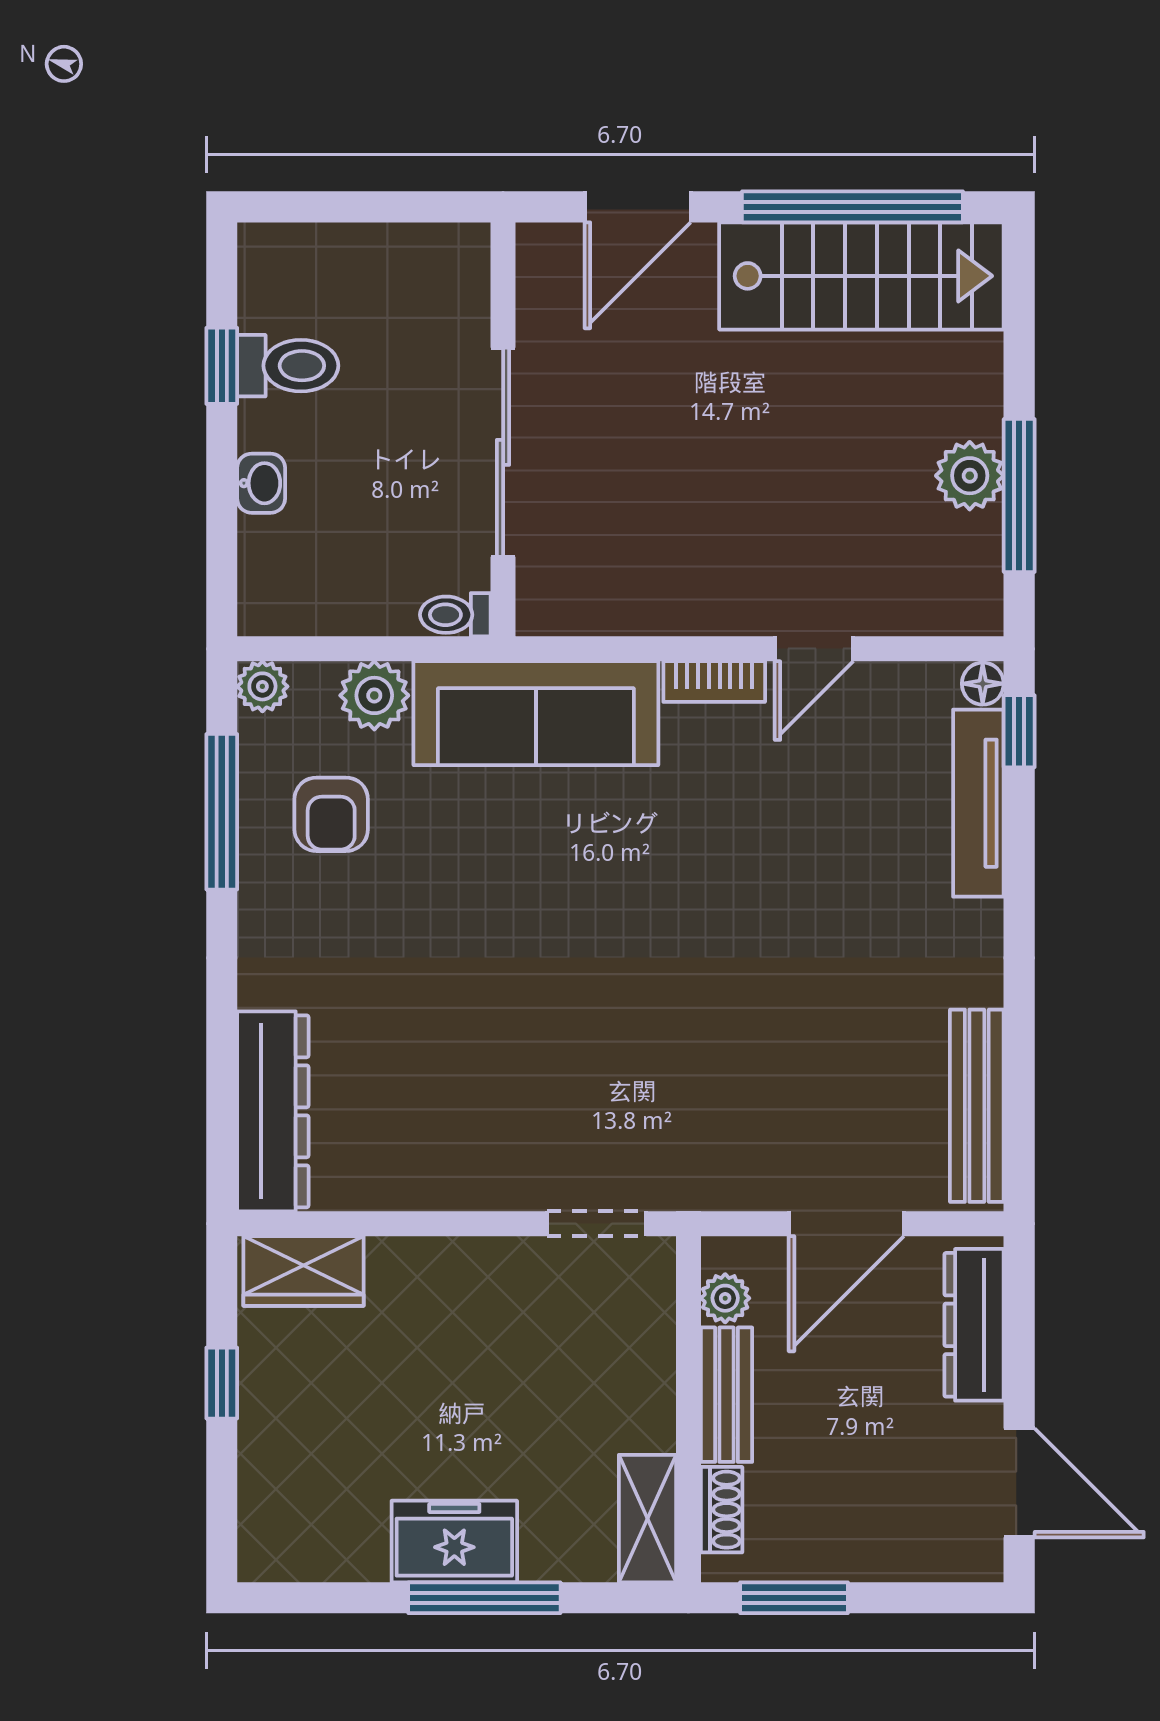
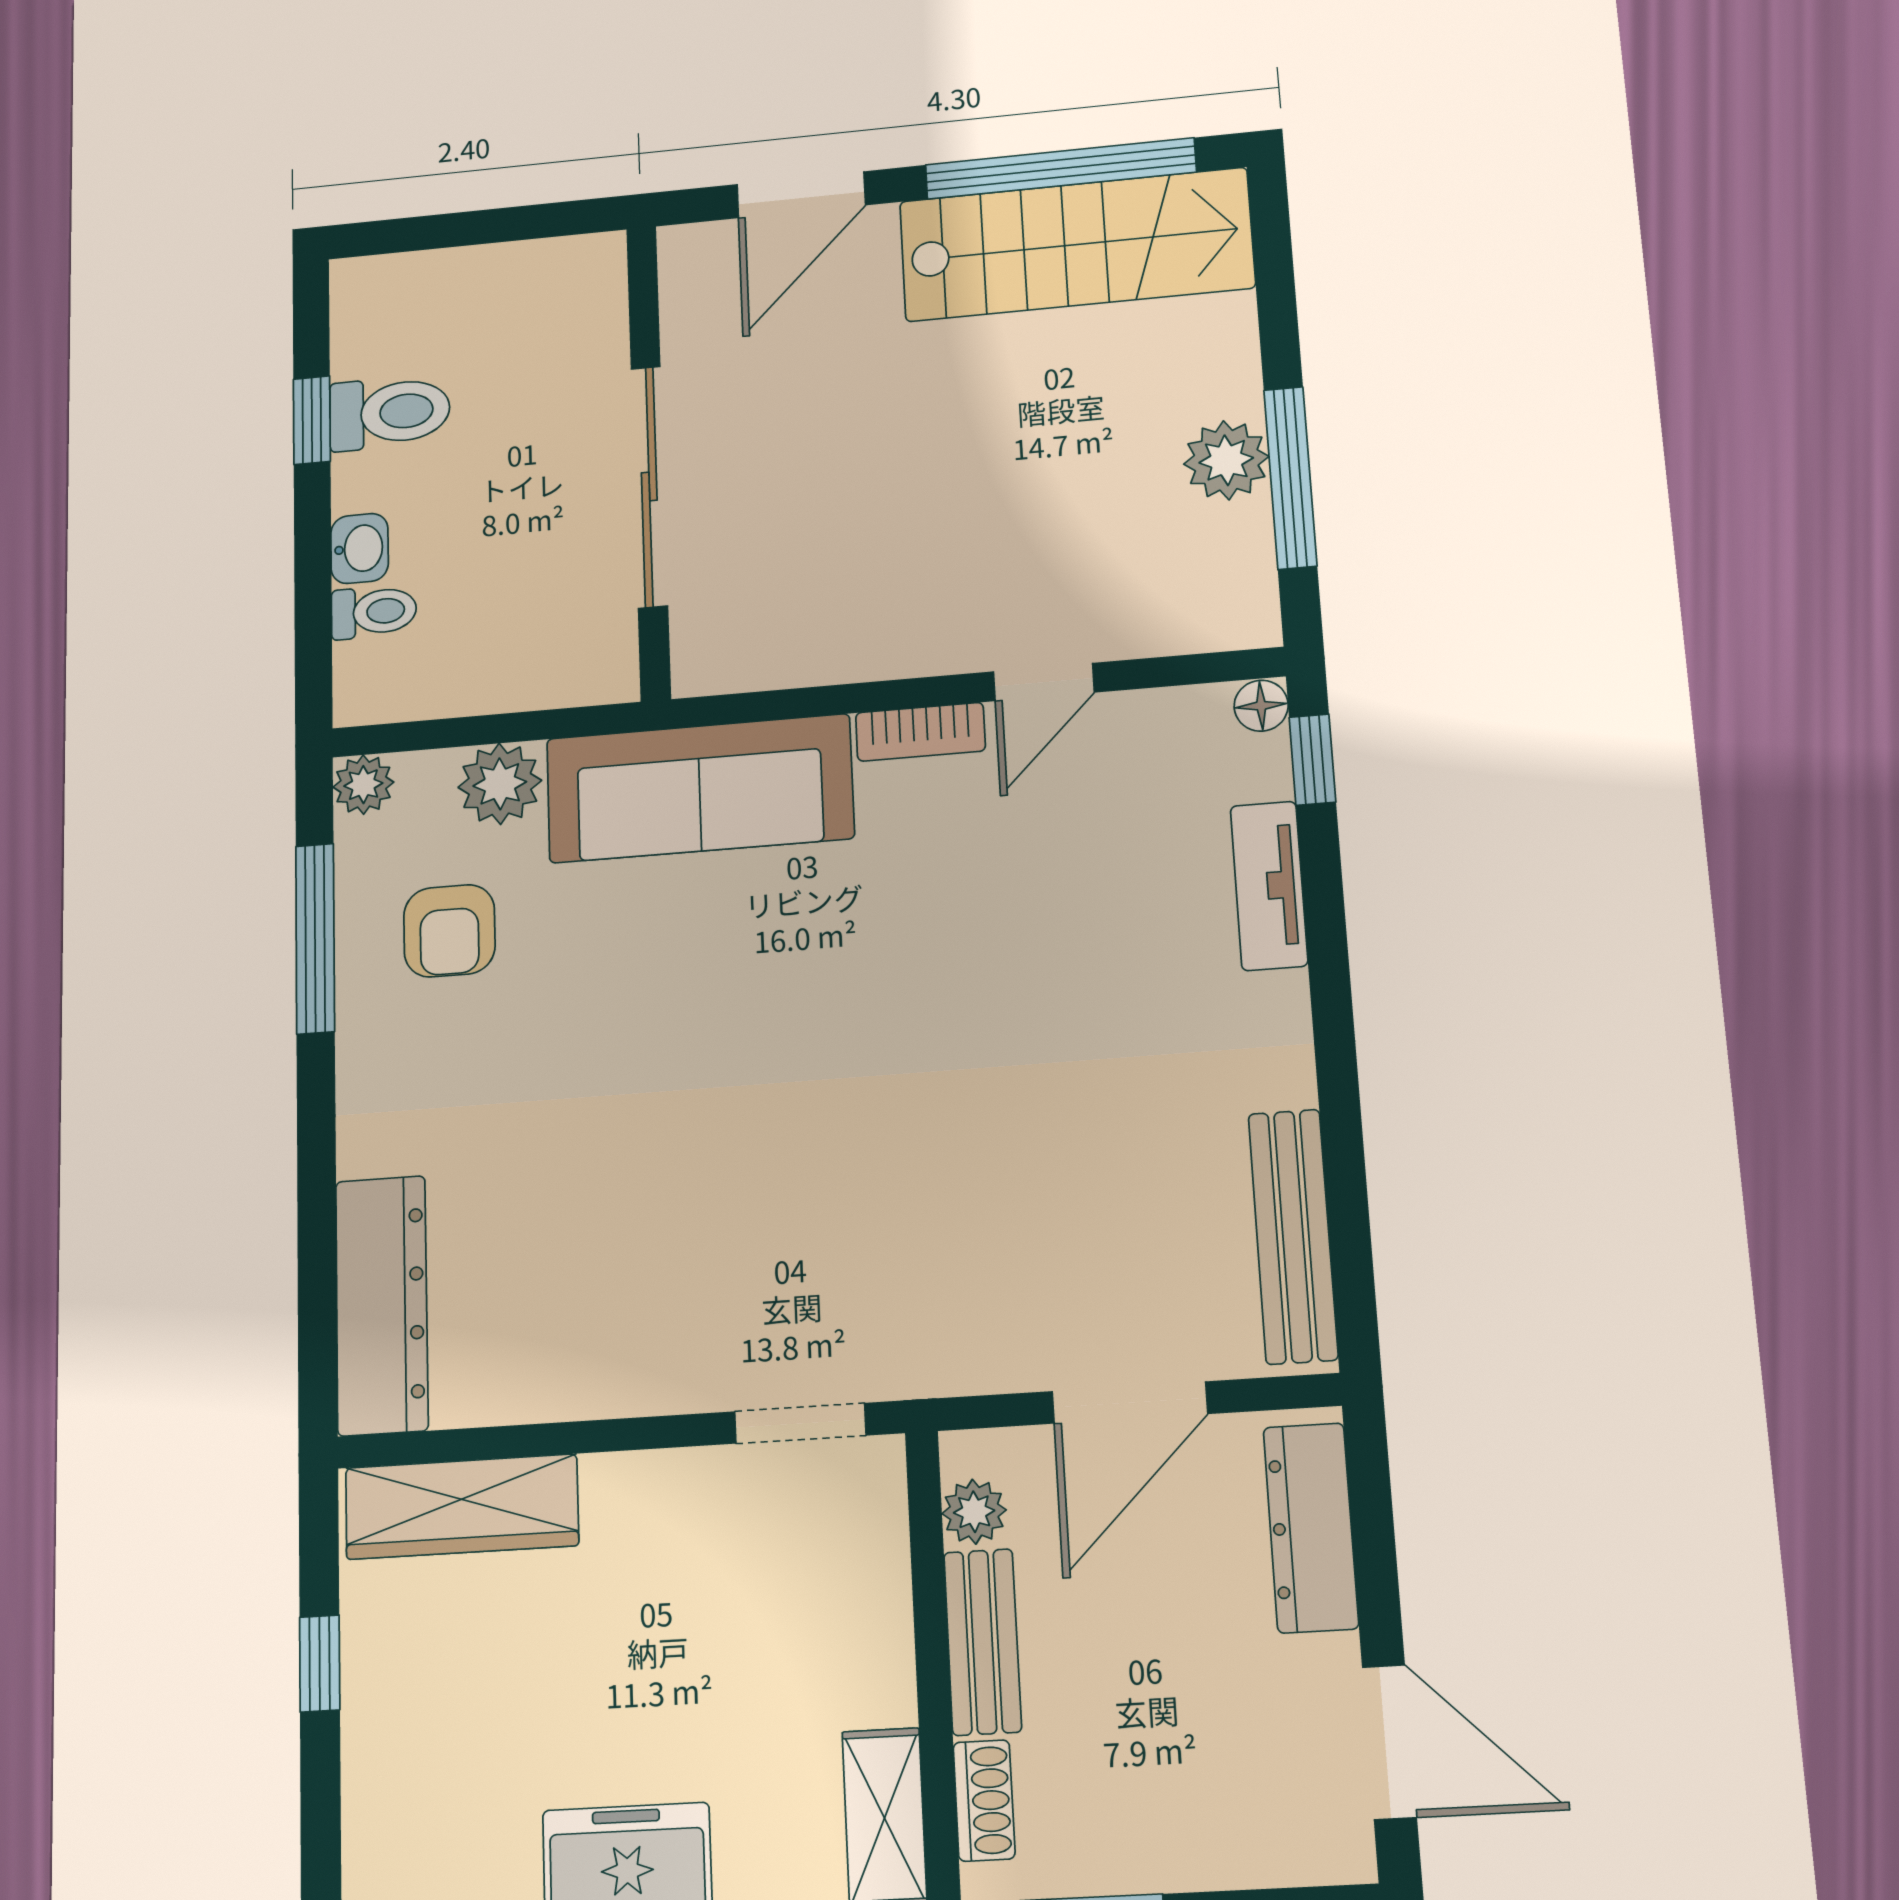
toilet: (455, 615) -> (374, 612), moved, turned 180
tv unit: (978, 803) -> (1269, 886), width x0.71
wardrobe: (303, 1271) -> (462, 1507), width x1.50

